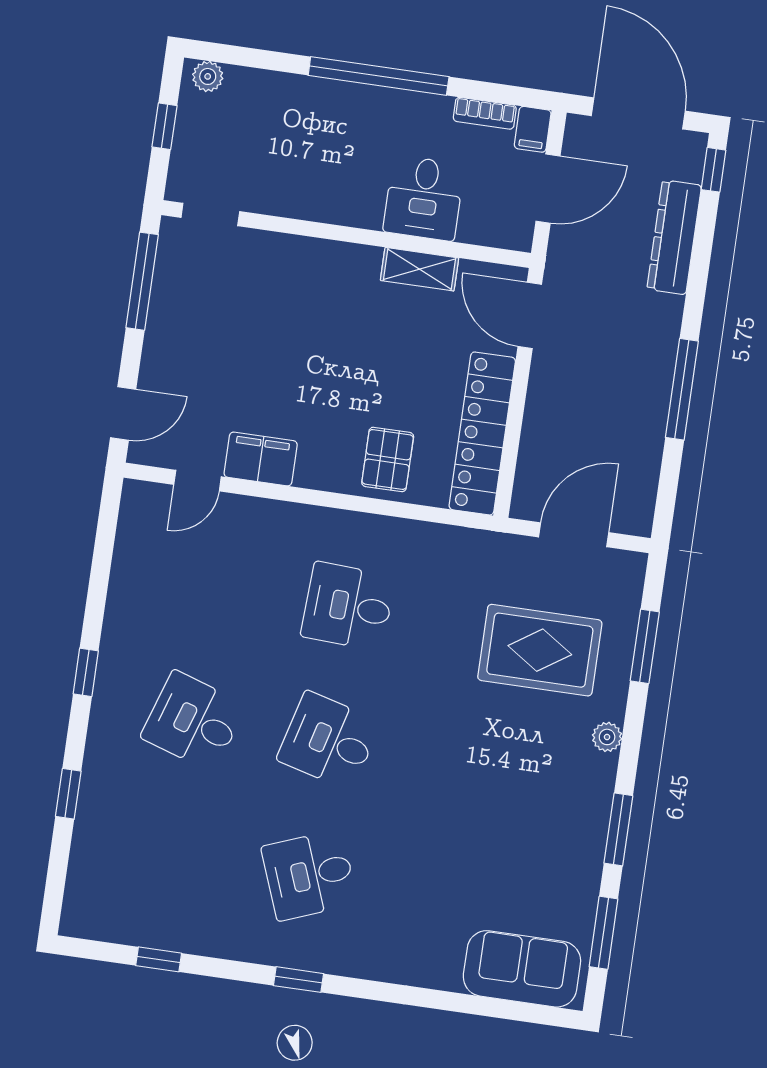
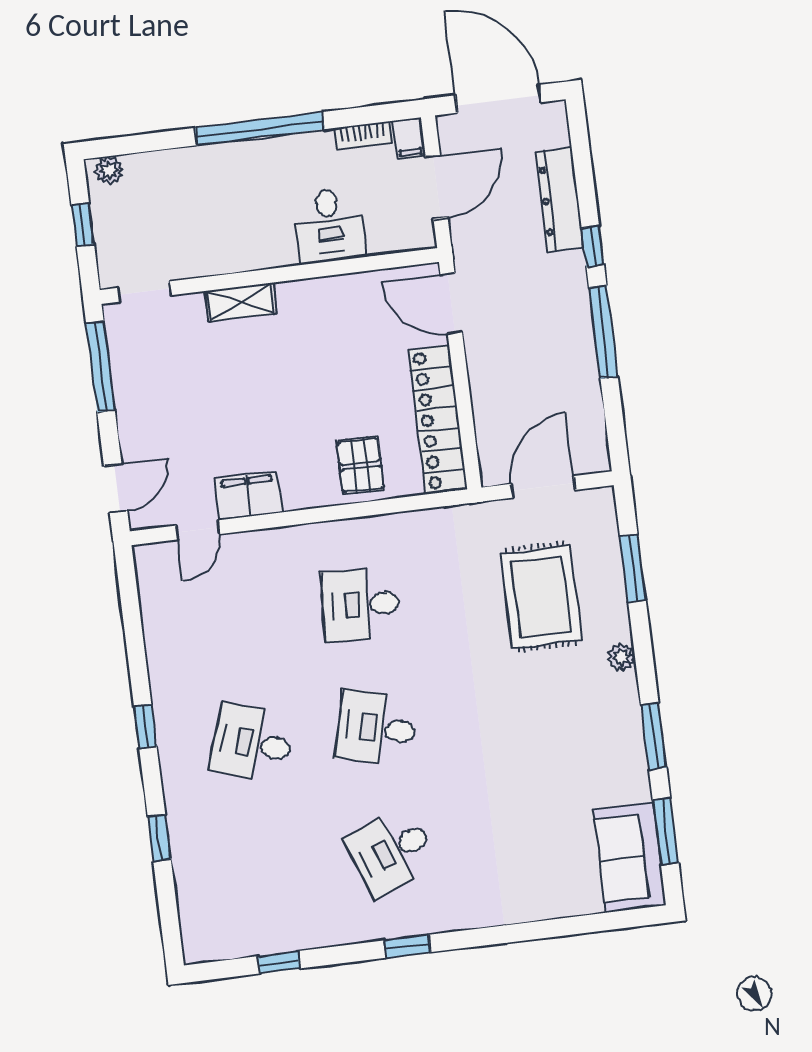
window: (713, 170) -> (593, 246), moved
shelving: (420, 269) -> (241, 302), moved
rug: (540, 650) -> (541, 597), turned 90
sofa: (522, 969) -> (630, 857), moved, turned -90

